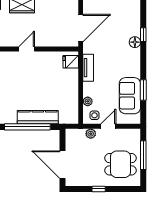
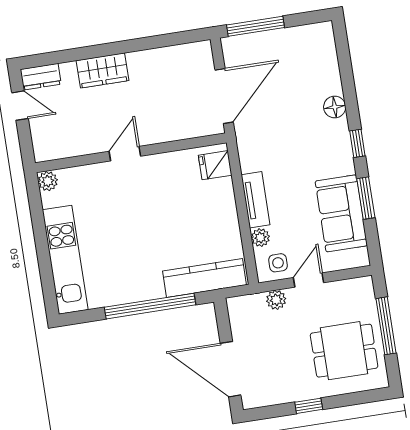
window: (143, 35) -> (357, 143), moved
tv unit: (88, 68) -> (256, 200), moved
kitchen counter: (38, 117) -> (205, 278), moved

